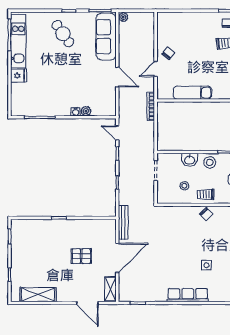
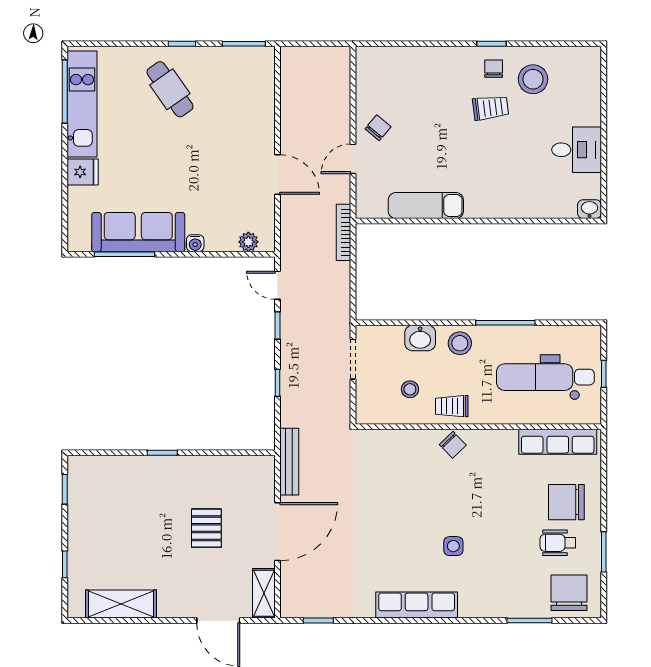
plant: (123, 17) -> (289, 56), removed
sofa: (106, 37) -> (138, 232), moved, turned 90
plant: (86, 111) -> (248, 242), moved
pallet: (81, 256) -> (206, 528), turned 90

